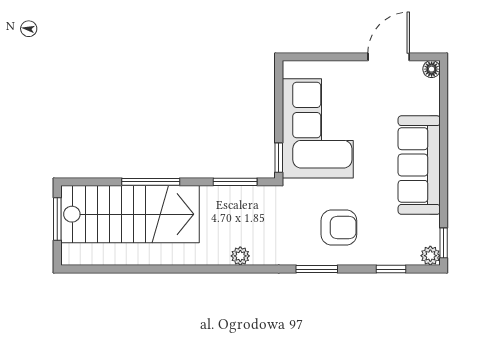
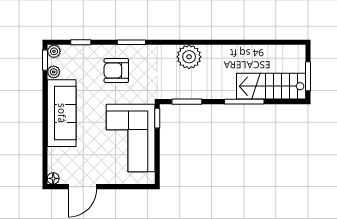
stairs: (130, 214) -> (271, 86), width x0.73, depth x0.66
plant: (431, 225) -> (54, 72), added
plant: (240, 256) -> (189, 57), width x1.88, depth x1.88

